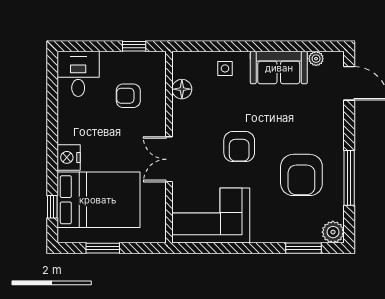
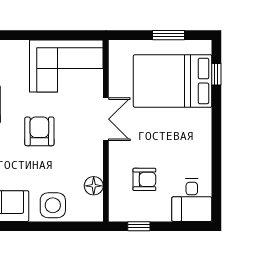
side table: (225, 68) -> (53, 205), width x1.87, depth x1.87
nightstand: (69, 157) -> (201, 121), removed

